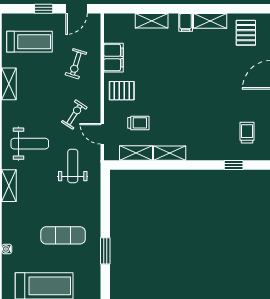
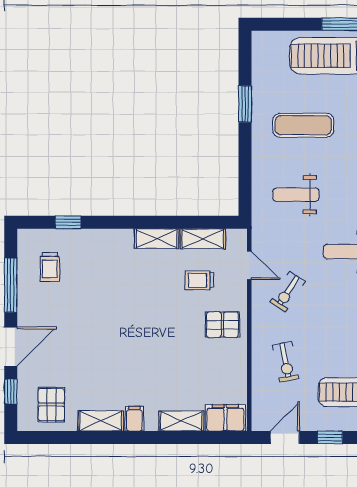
filing cabinet: (113, 58) -> (225, 418), moved, turned 90
exercise bike: (76, 64) -> (286, 362), turned 152
weight bench: (73, 166) -> (296, 195), moved, turned 90

